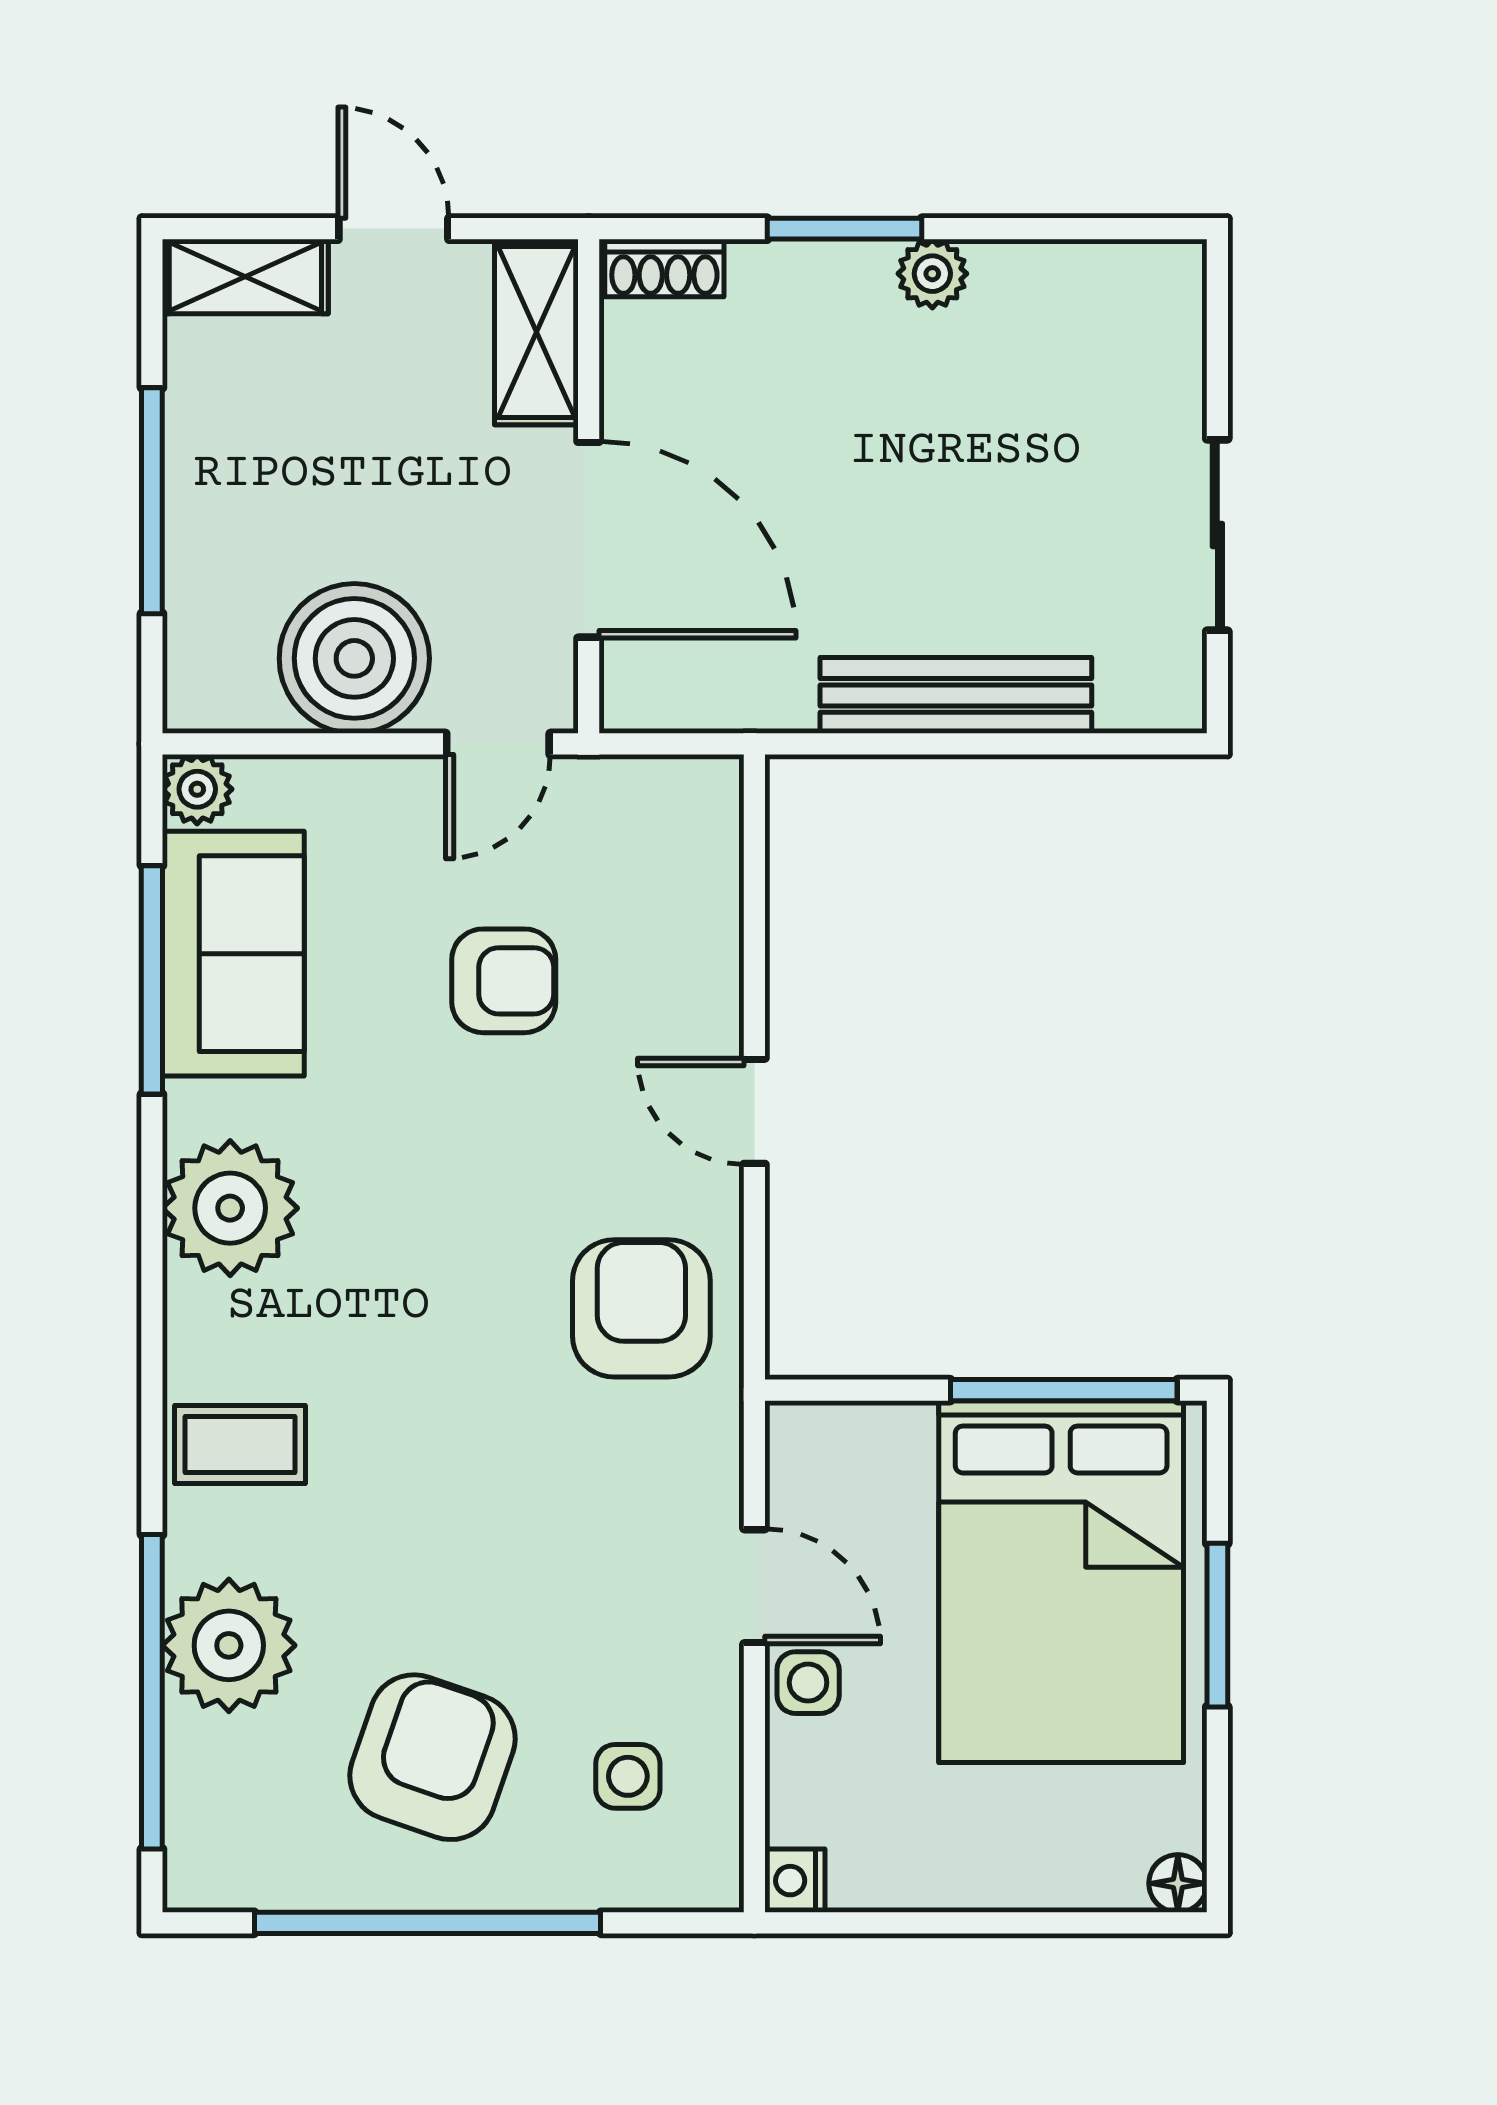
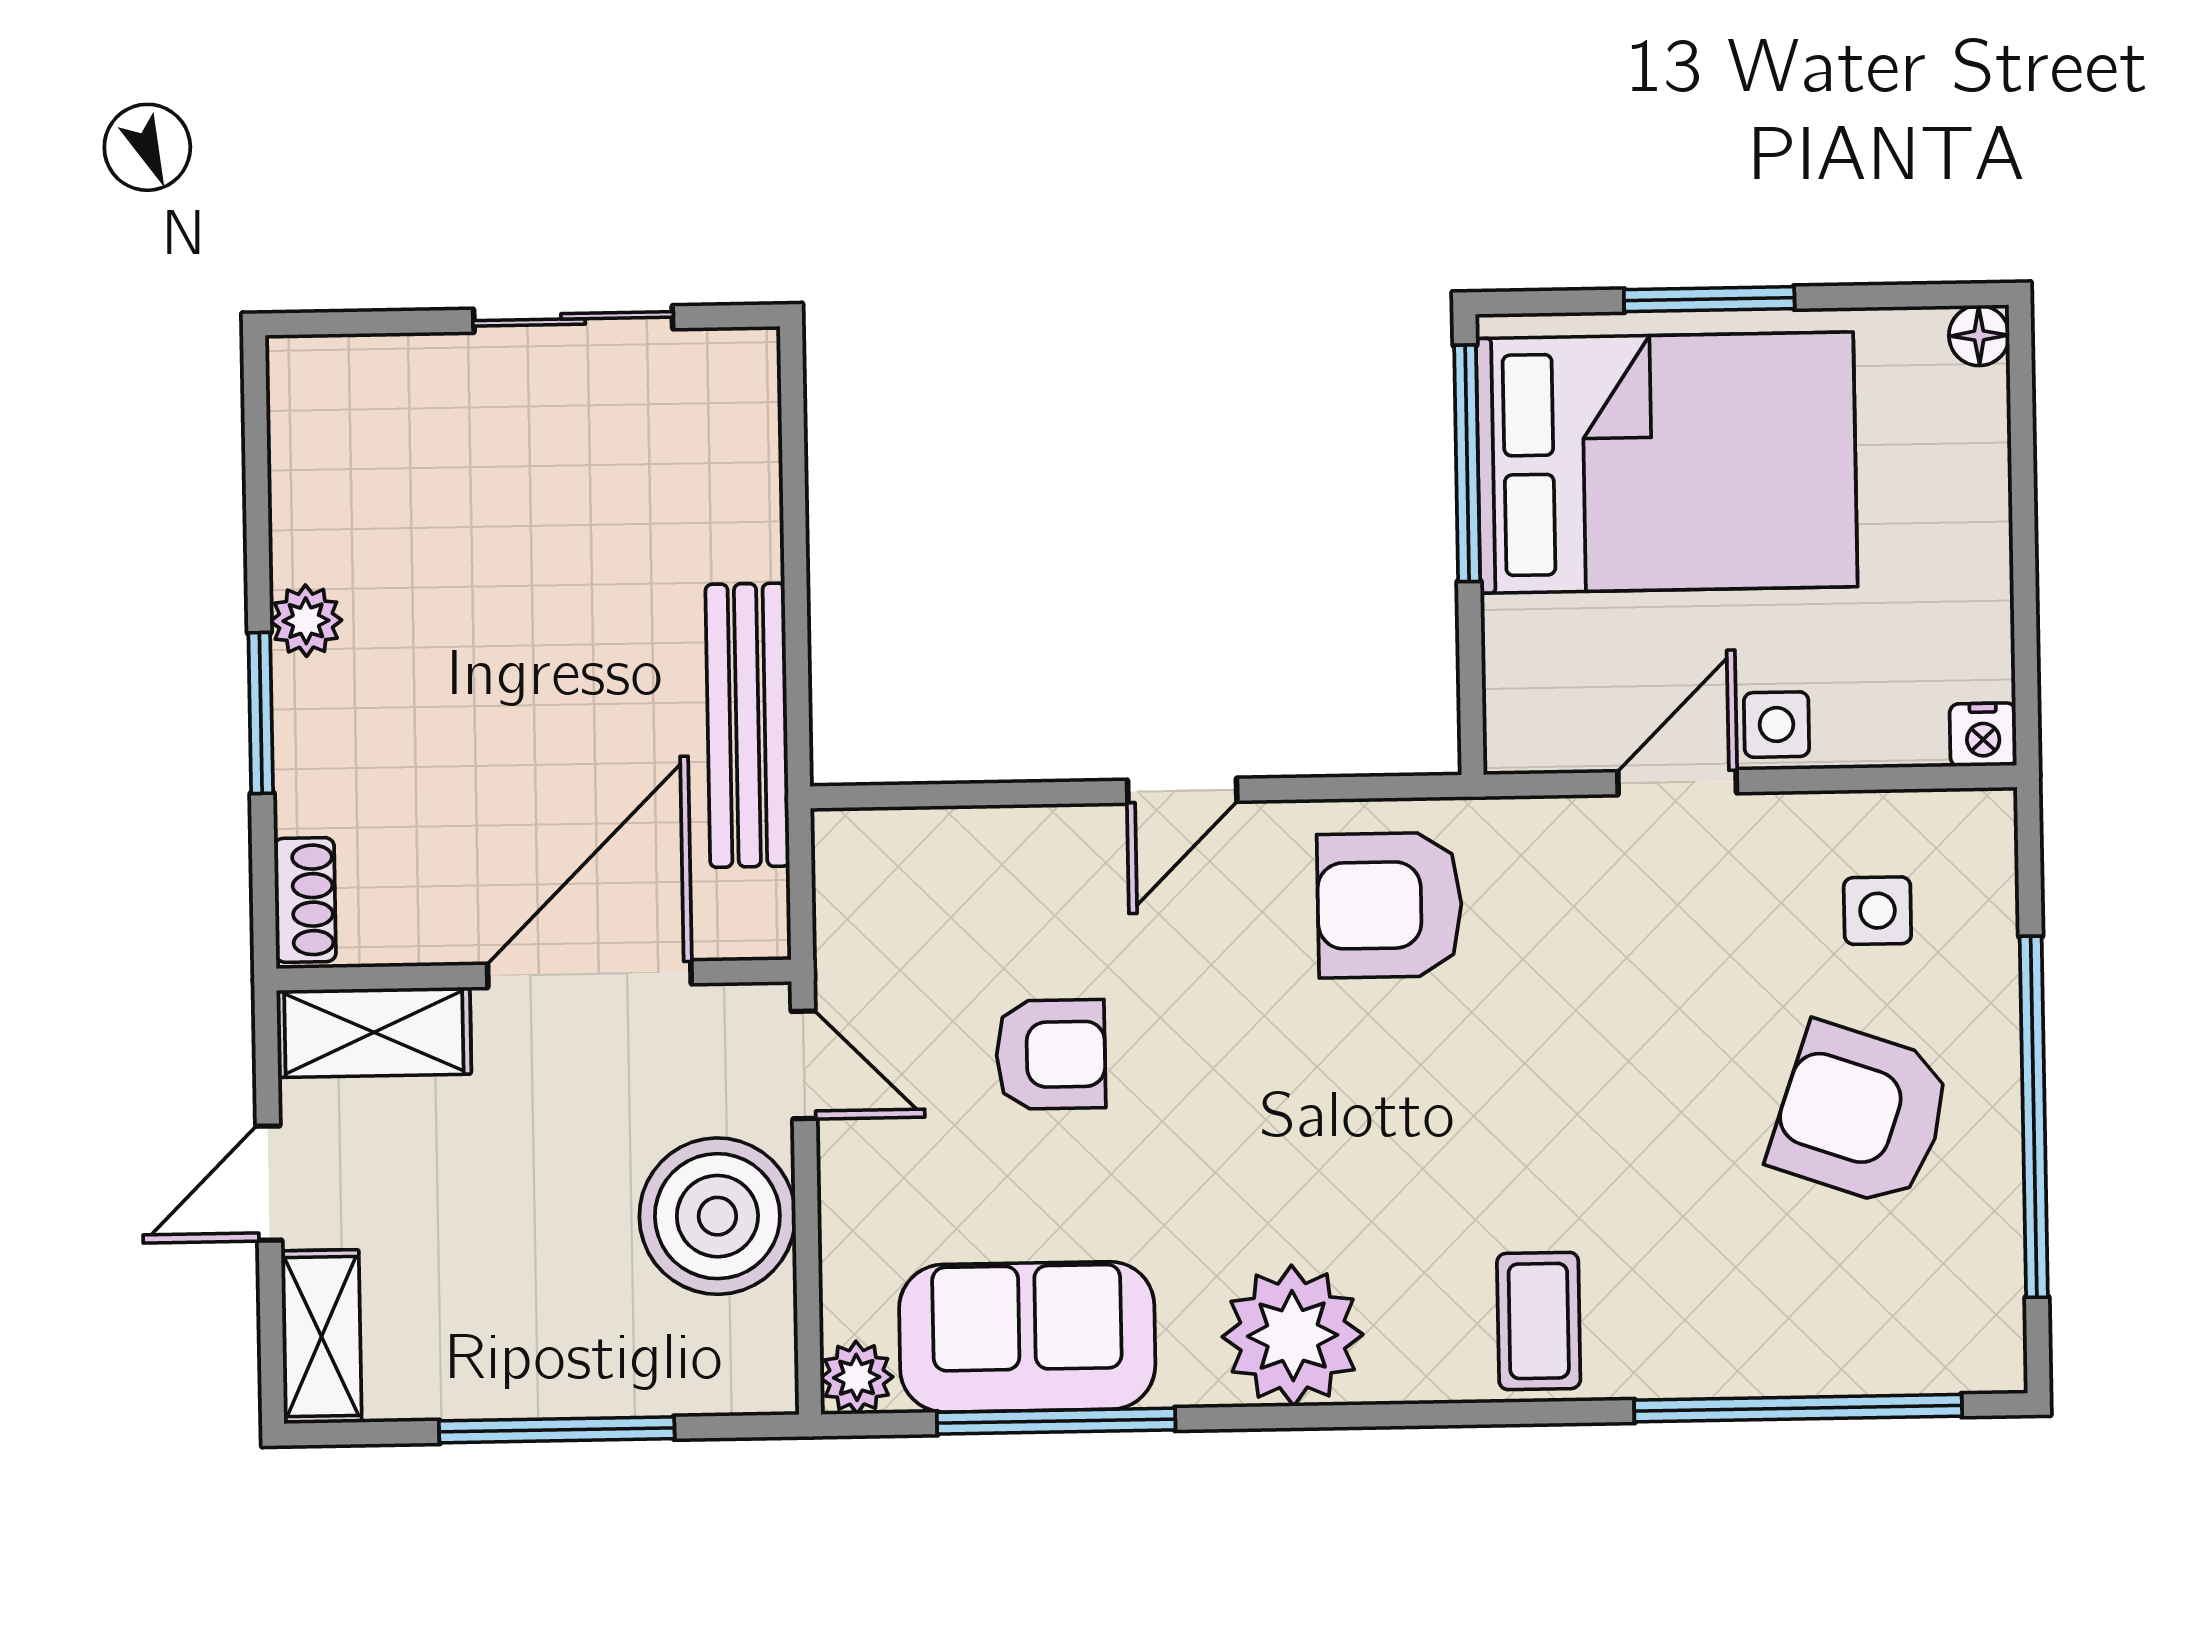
bench: (956, 695) -> (747, 725), moved
armchair: (504, 981) -> (1051, 1054), turned 90
plant: (229, 1645) -> (1748, 1329), removed

